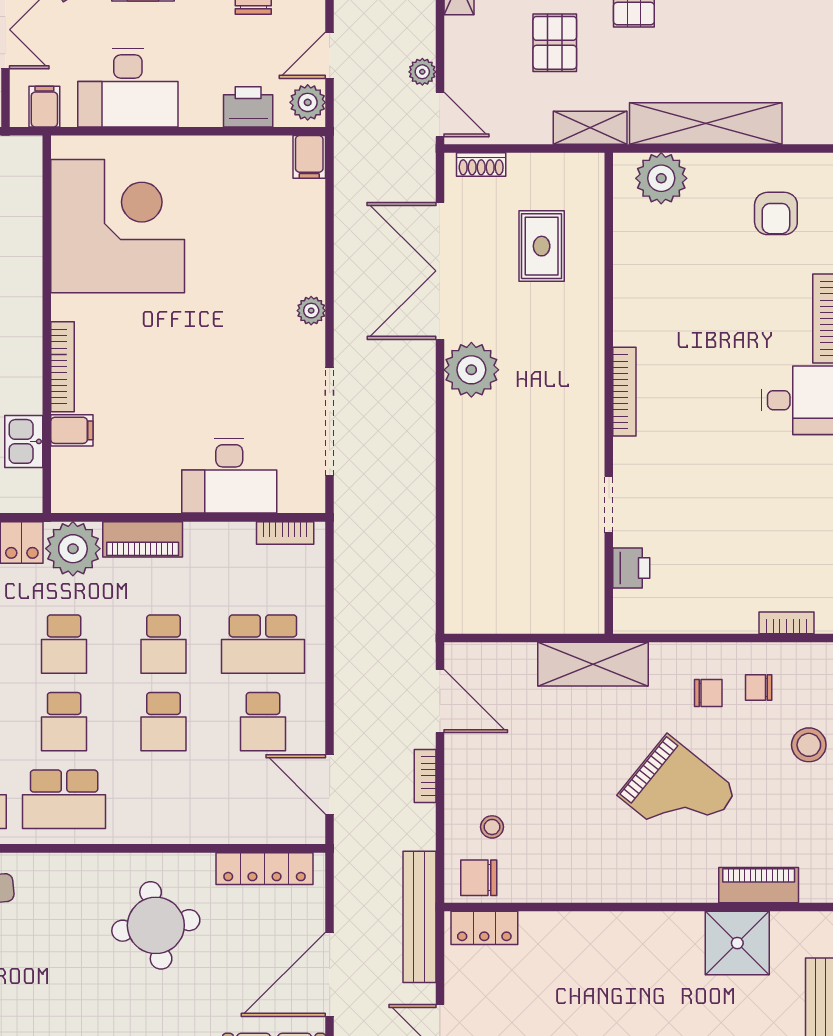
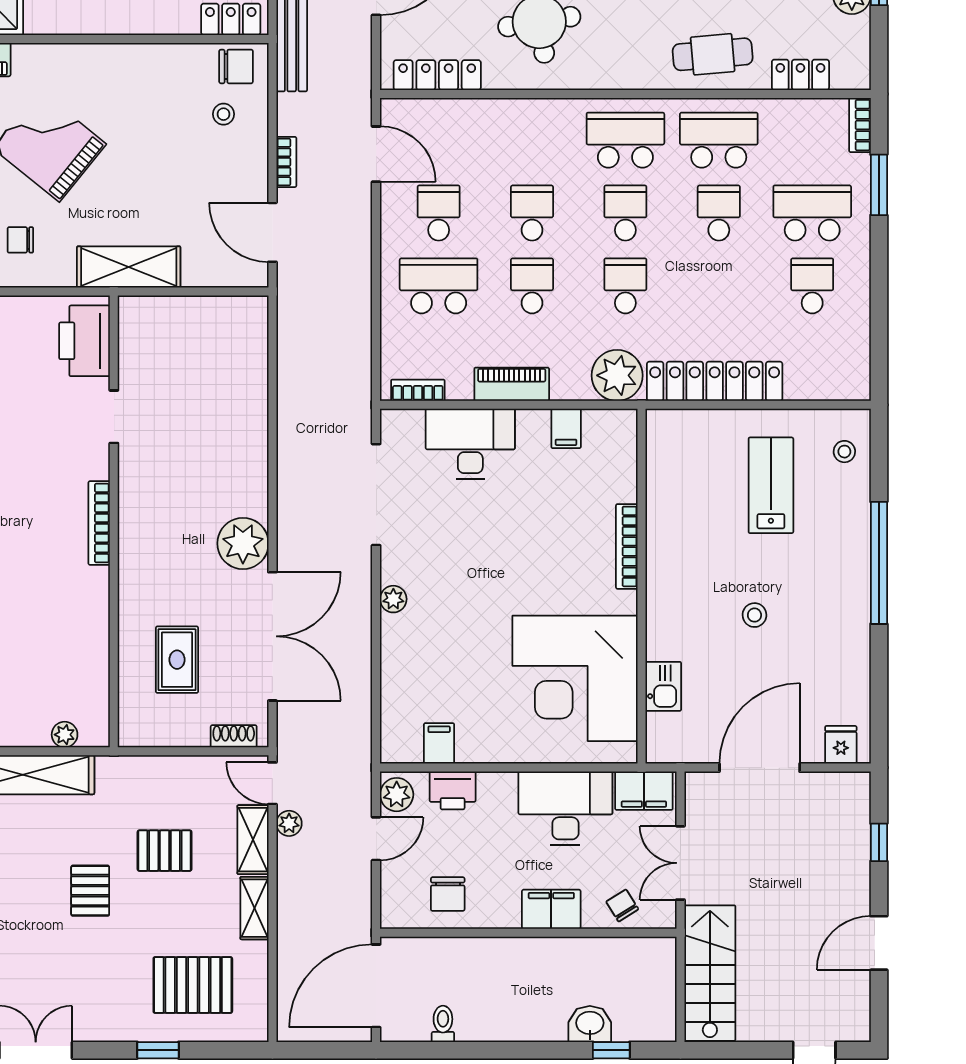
pallet: (555, 43) -> (165, 851), turned 90
filing cabinet: (44, 107) -> (644, 791), width x2.00
shelving: (590, 128) -> (253, 840), moved, turned 90
filing cabinet: (309, 157) -> (439, 743), moved
plant: (661, 178) -> (65, 735), width x0.53, depth x0.53
filing cabinet: (72, 430) -> (566, 428), moved, turned -90
kitchen sink: (24, 441) -> (663, 686), moved
piano: (143, 539) -> (512, 384), moved
printer: (631, 568) -> (85, 341), width x1.87, depth x1.48

